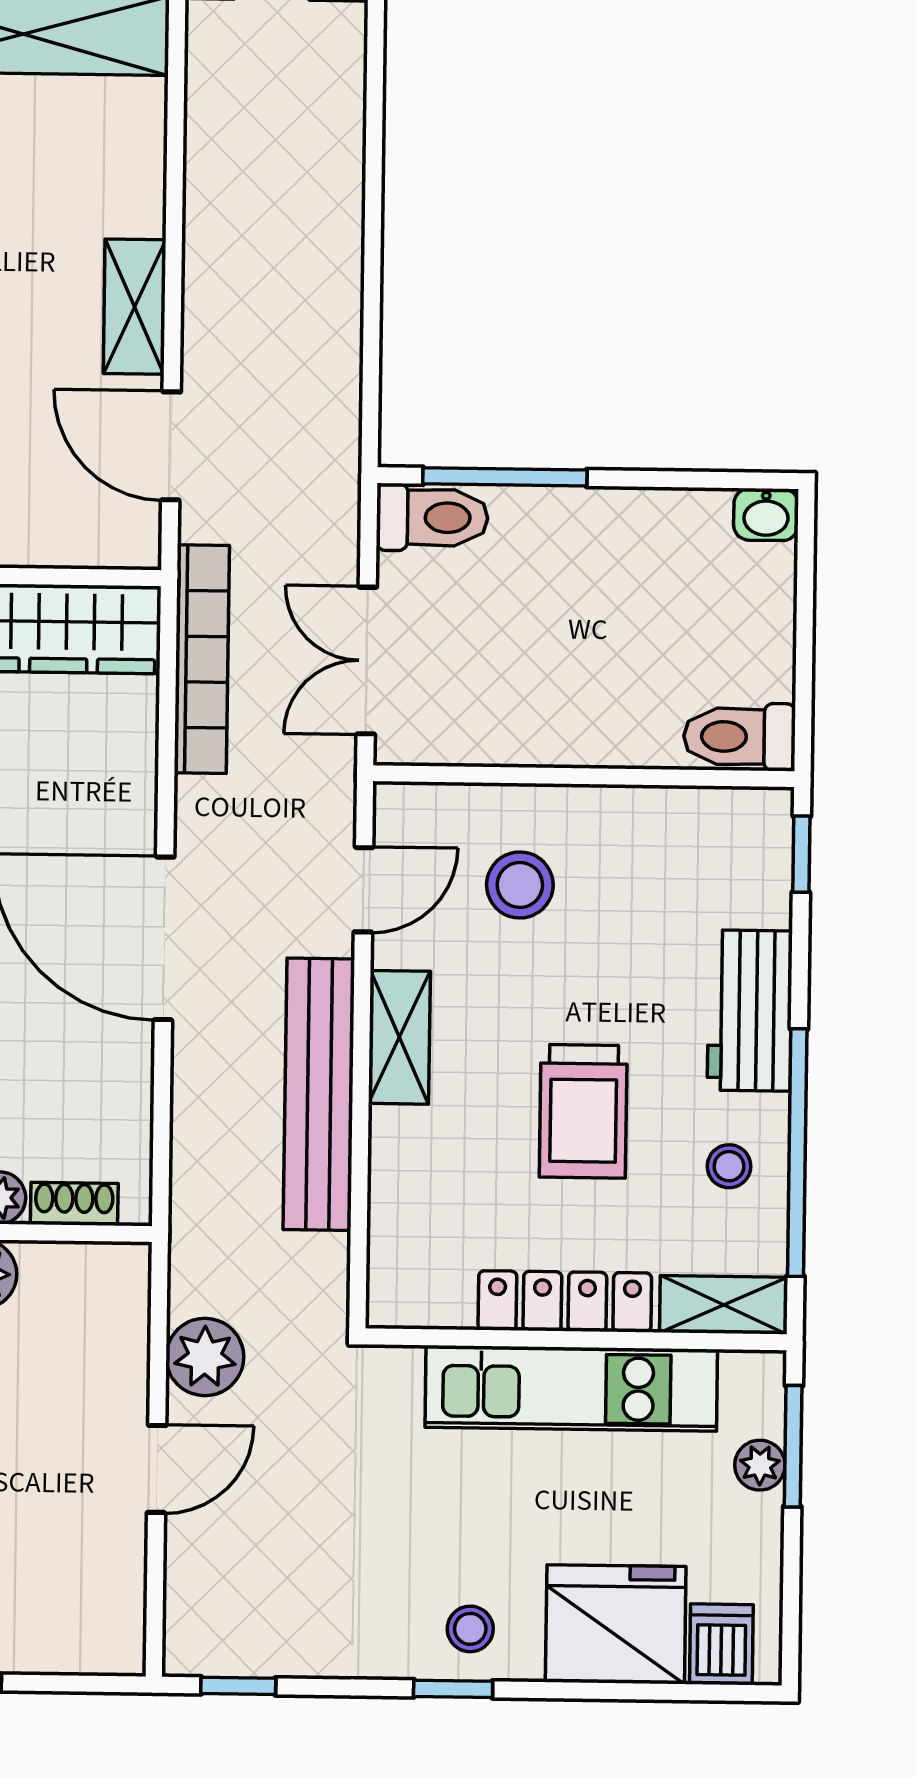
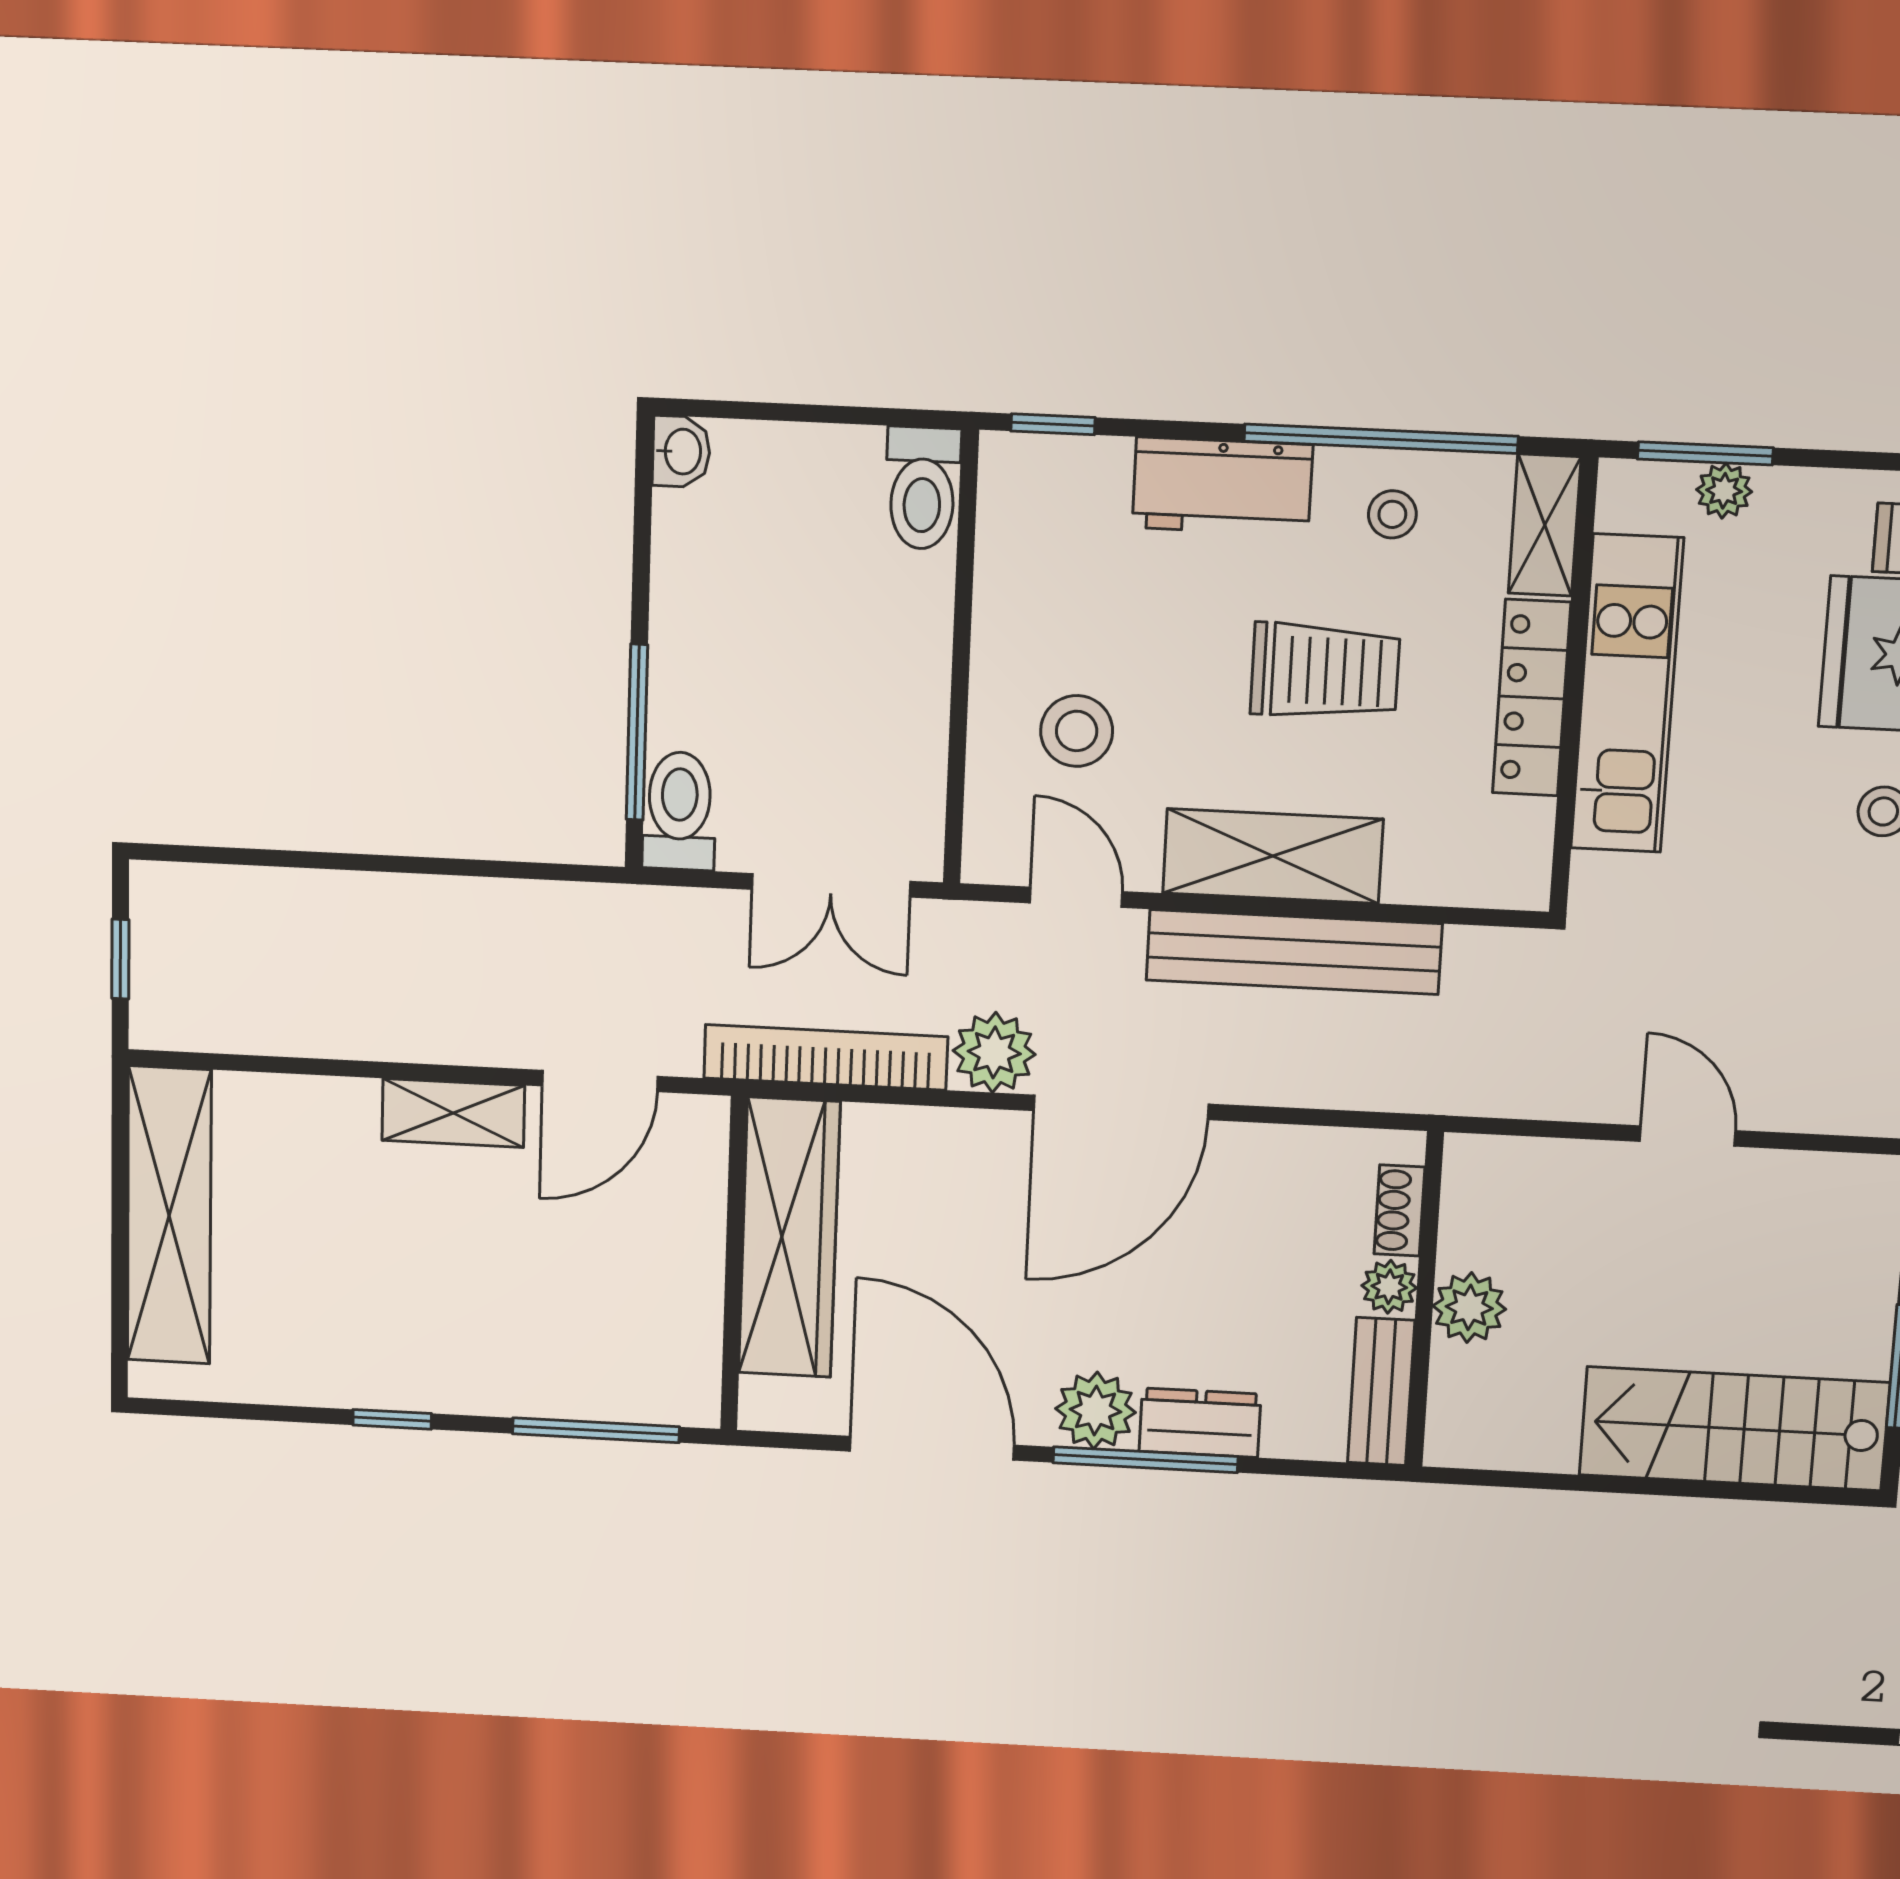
shelving: (399, 1037) -> (1273, 856), width x1.50, depth x1.33
plant: (205, 1357) -> (994, 1053), moved

